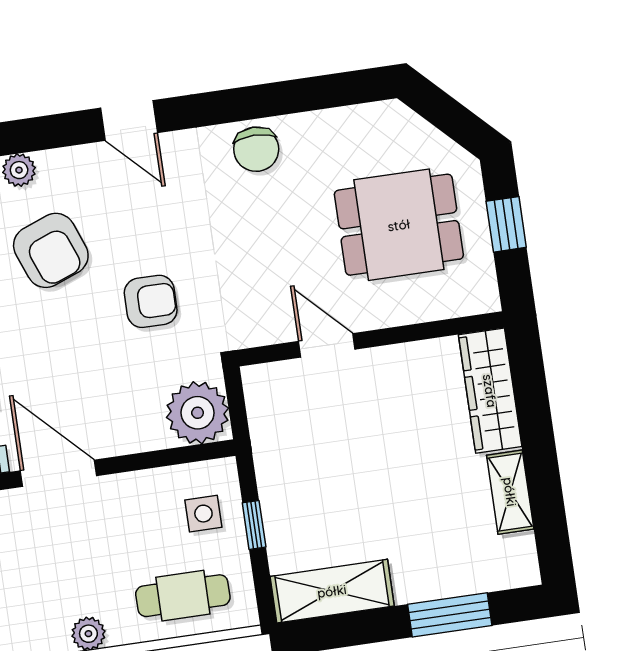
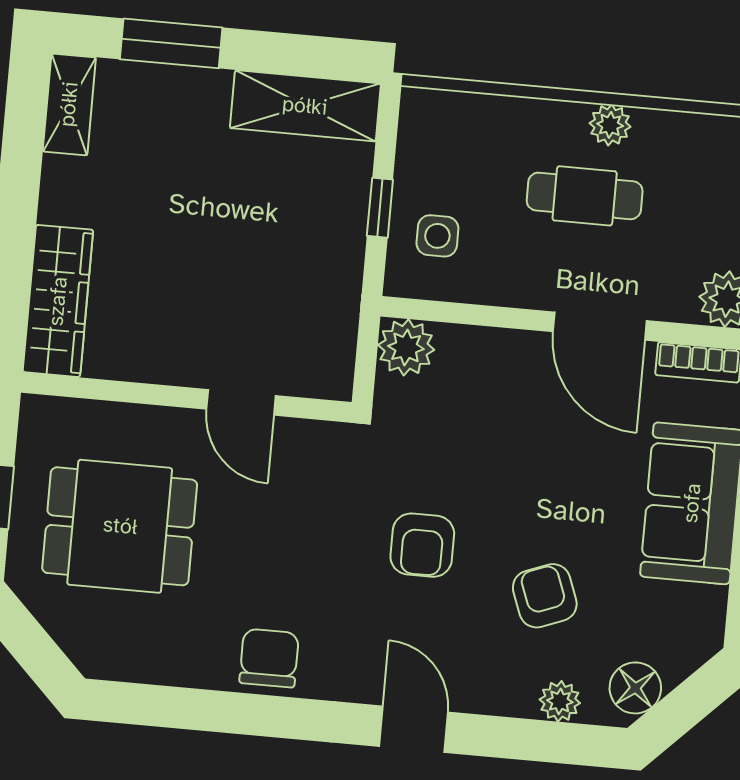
armchair: (51, 250) -> (545, 596), width x0.72, depth x0.72
armchair: (151, 301) -> (422, 545), moved, turned -90
plant: (198, 413) -> (406, 347), width x0.73, depth x0.73
shelving: (510, 492) -> (69, 104), moved
cafe table: (183, 596) -> (585, 196), moved

